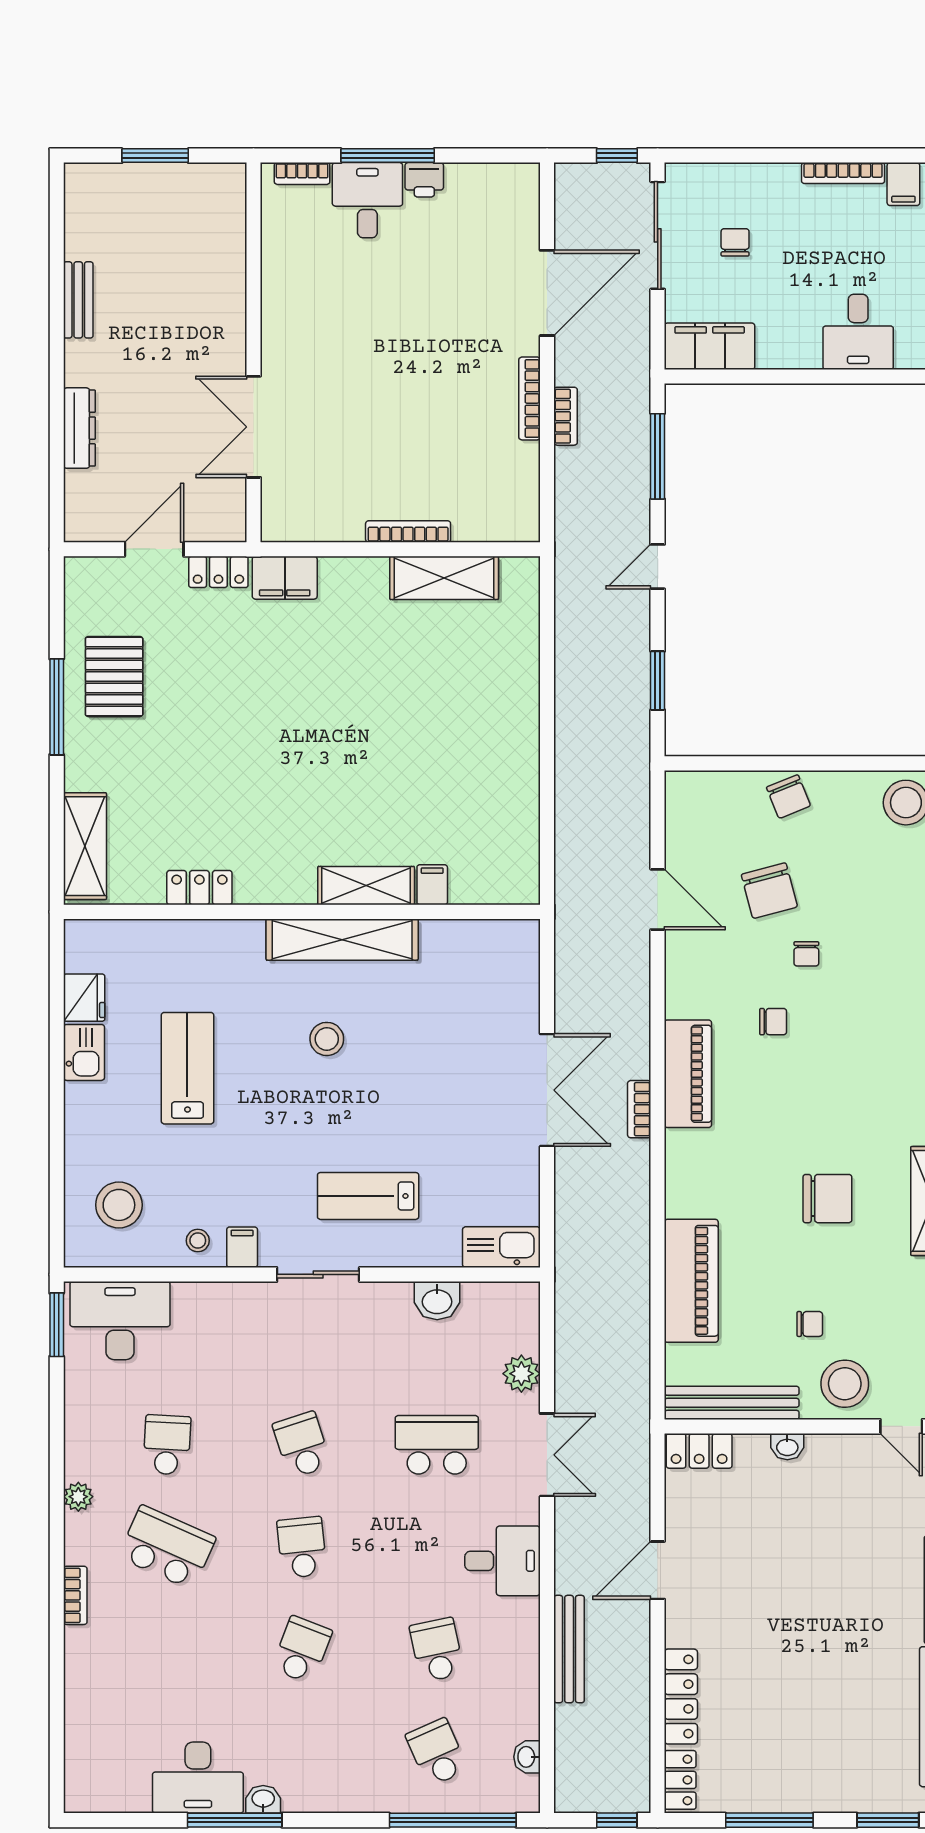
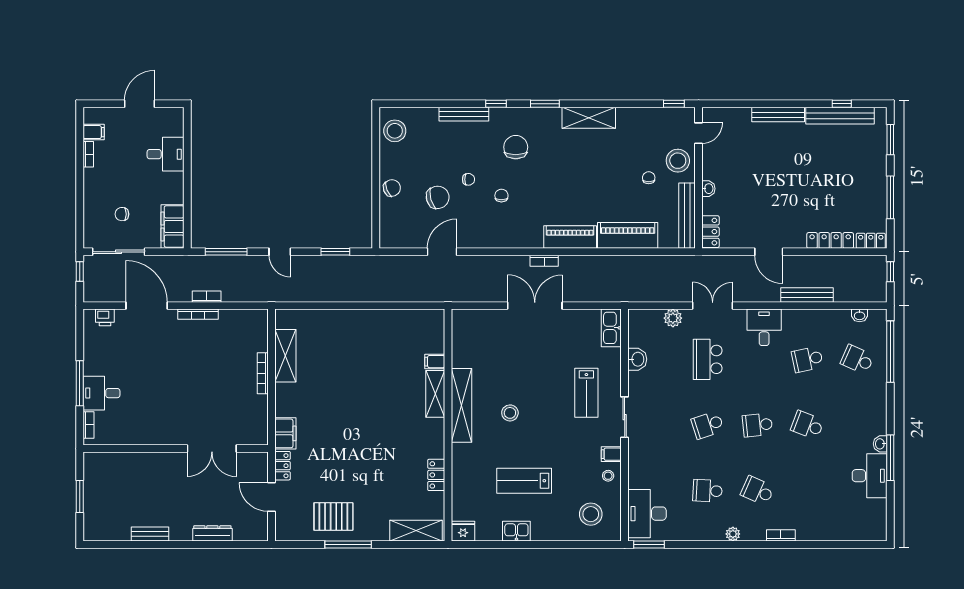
bookcase: (843, 173) -> (88, 154), width x0.64
printer: (424, 180) -> (105, 317), moved, turned 90
fridge: (84, 998) -> (463, 531), moved
piano: (688, 1074) -> (570, 237), moved
chair: (827, 1199) -> (516, 147), moved
school desk: (167, 1547) -> (757, 491), width x0.54
school desk: (437, 1752) -> (857, 359), turned 48

